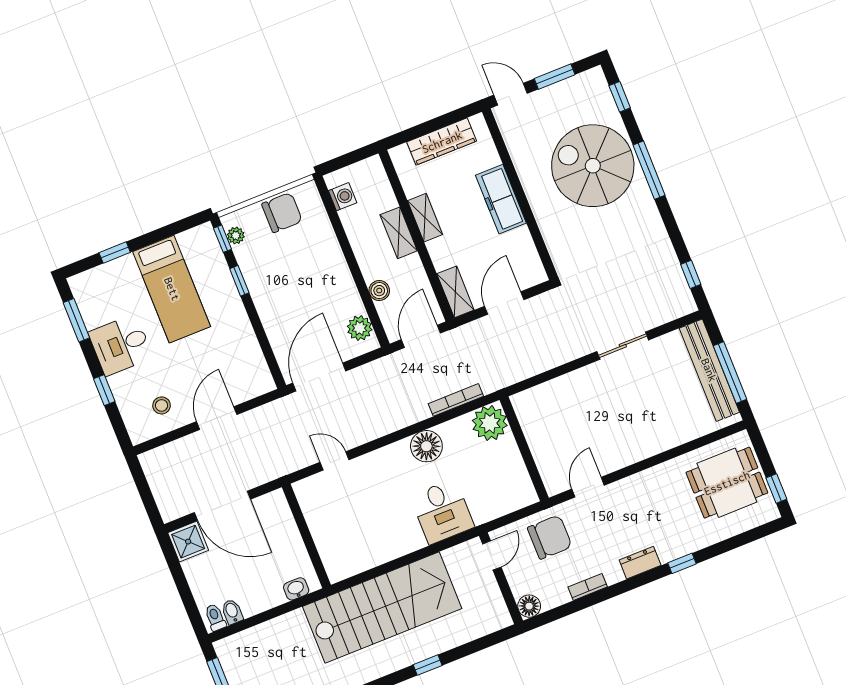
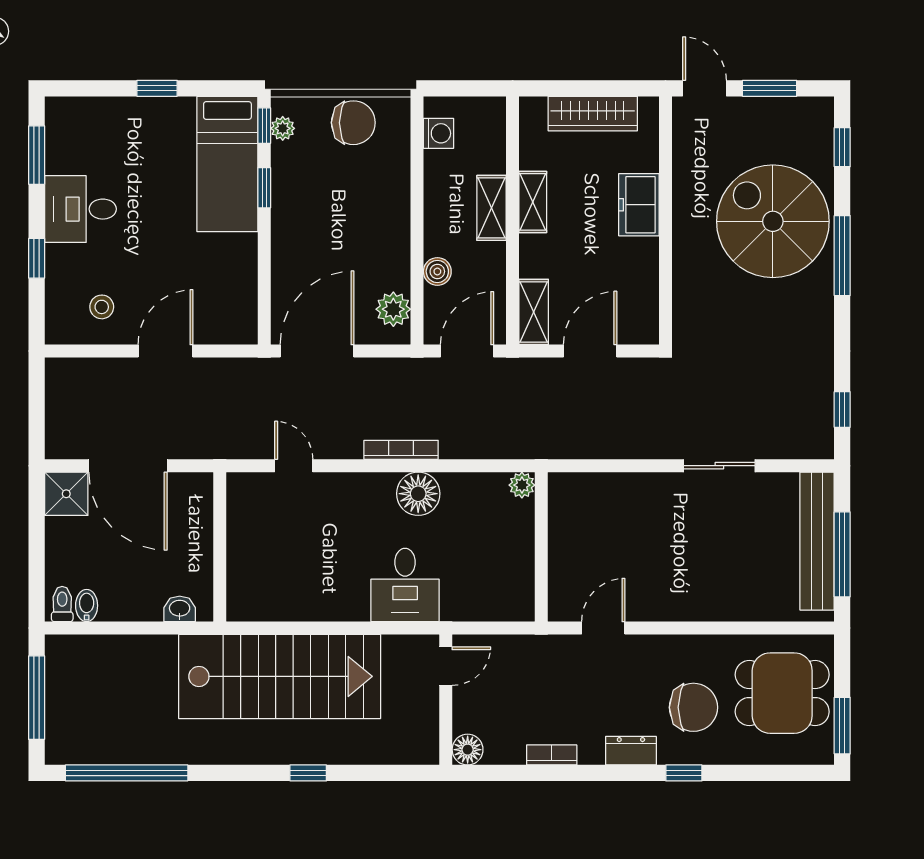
freezer: (501, 199) -> (639, 205), width x0.71
window: (115, 252) -> (157, 88), moved
bed: (172, 289) -> (227, 164), moved
bookcase: (456, 400) -> (401, 450), moved
plant: (490, 423) -> (522, 485), width x0.53, depth x0.53
window: (776, 488) -> (842, 726), width x1.50
chair: (550, 537) -> (693, 707), moved

